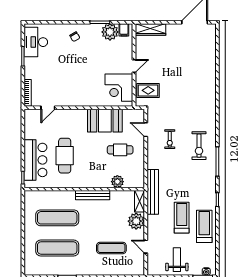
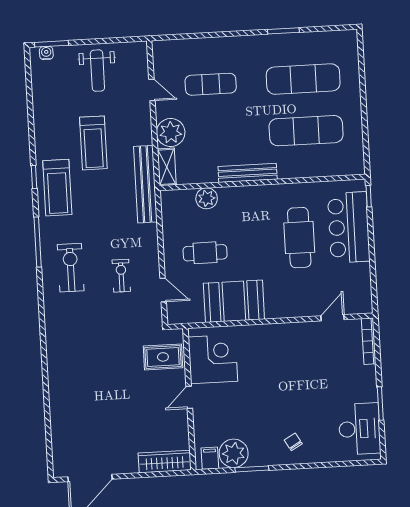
treadmill: (204, 226) -> (57, 188), moved

